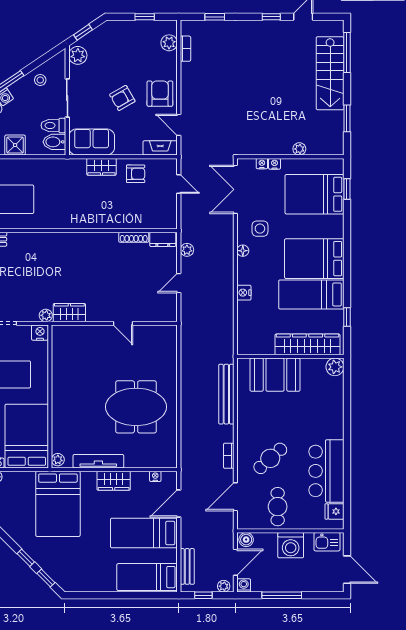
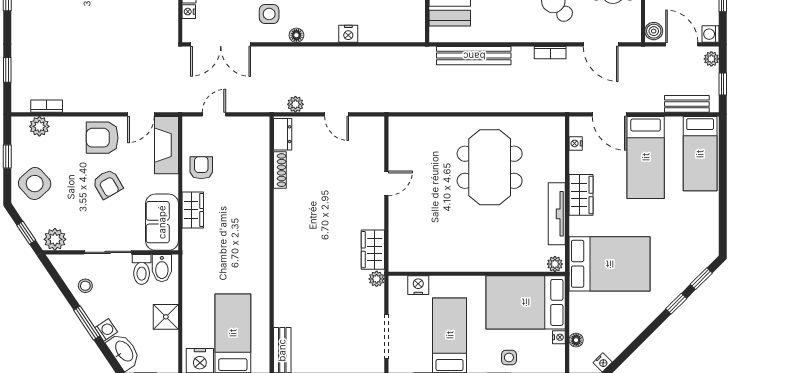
side table: (123, 39) -> (35, 184), added
fireplace: (160, 148) -> (166, 145), width x1.37, depth x1.32
nightstand: (40, 333) -> (418, 285), moved, turned 90

